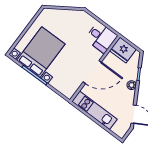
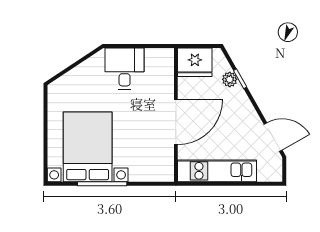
desk: (101, 37) -> (125, 69), moved, turned -90
plant: (132, 85) -> (230, 79), moved

